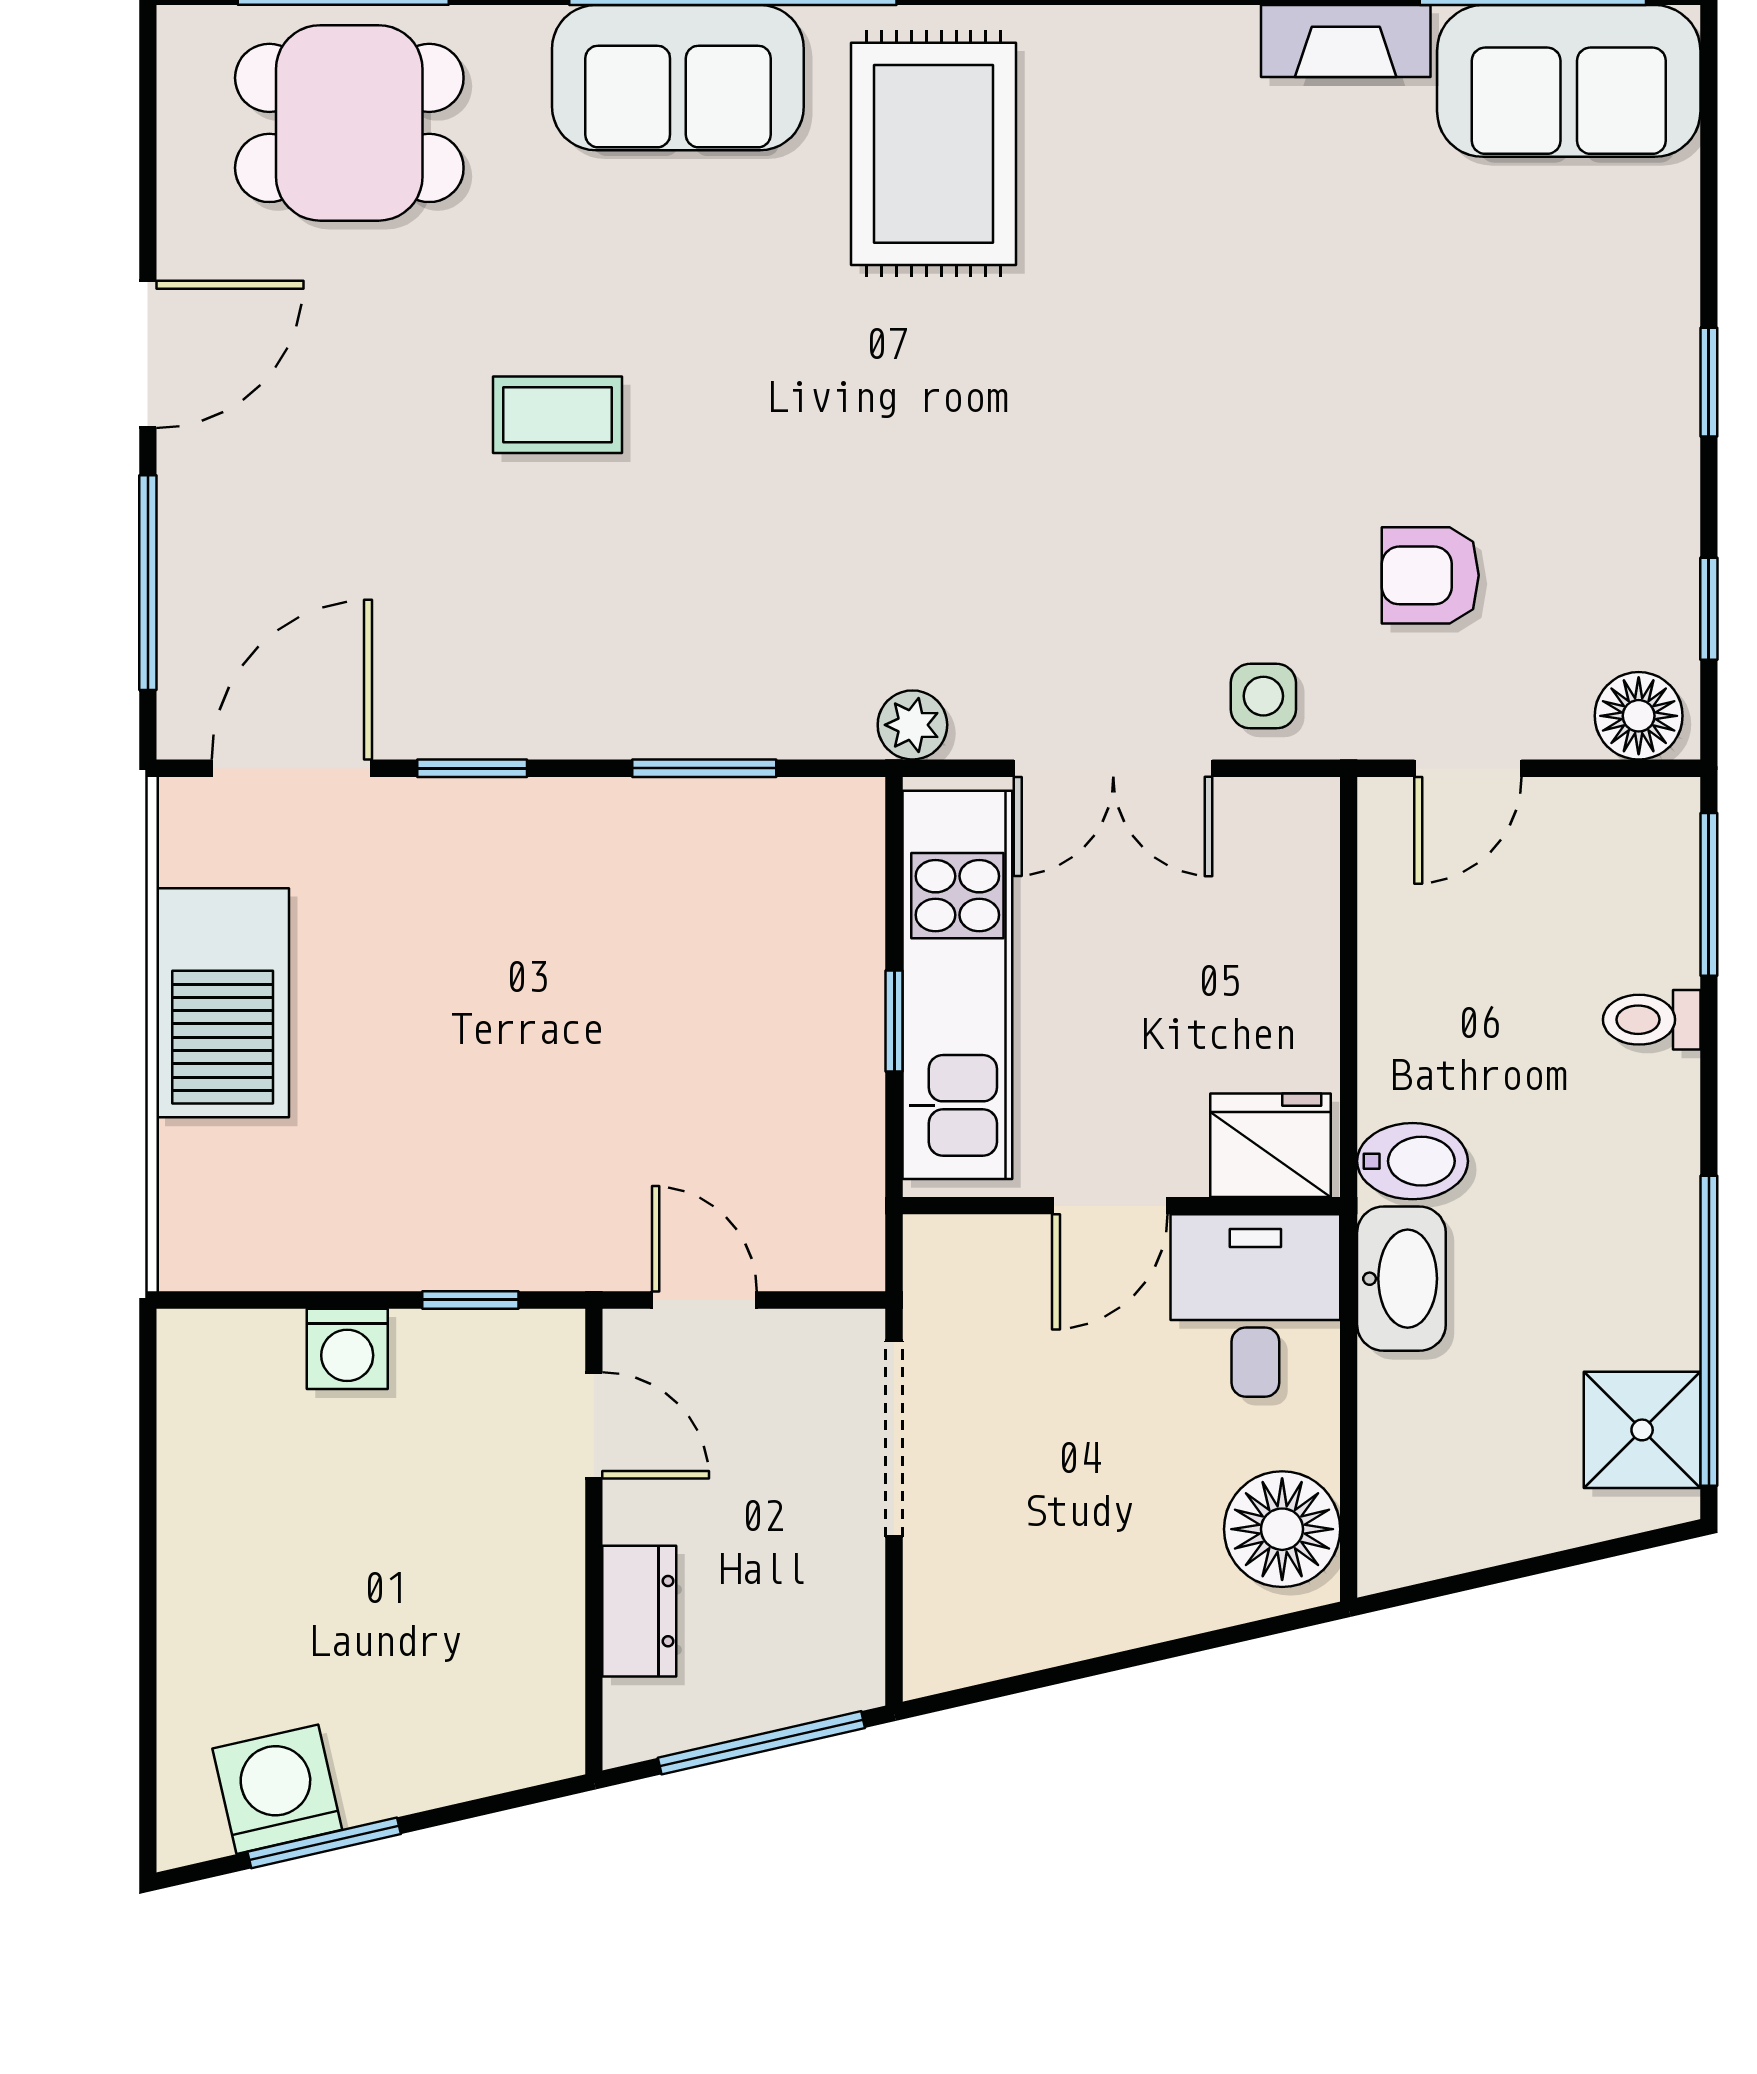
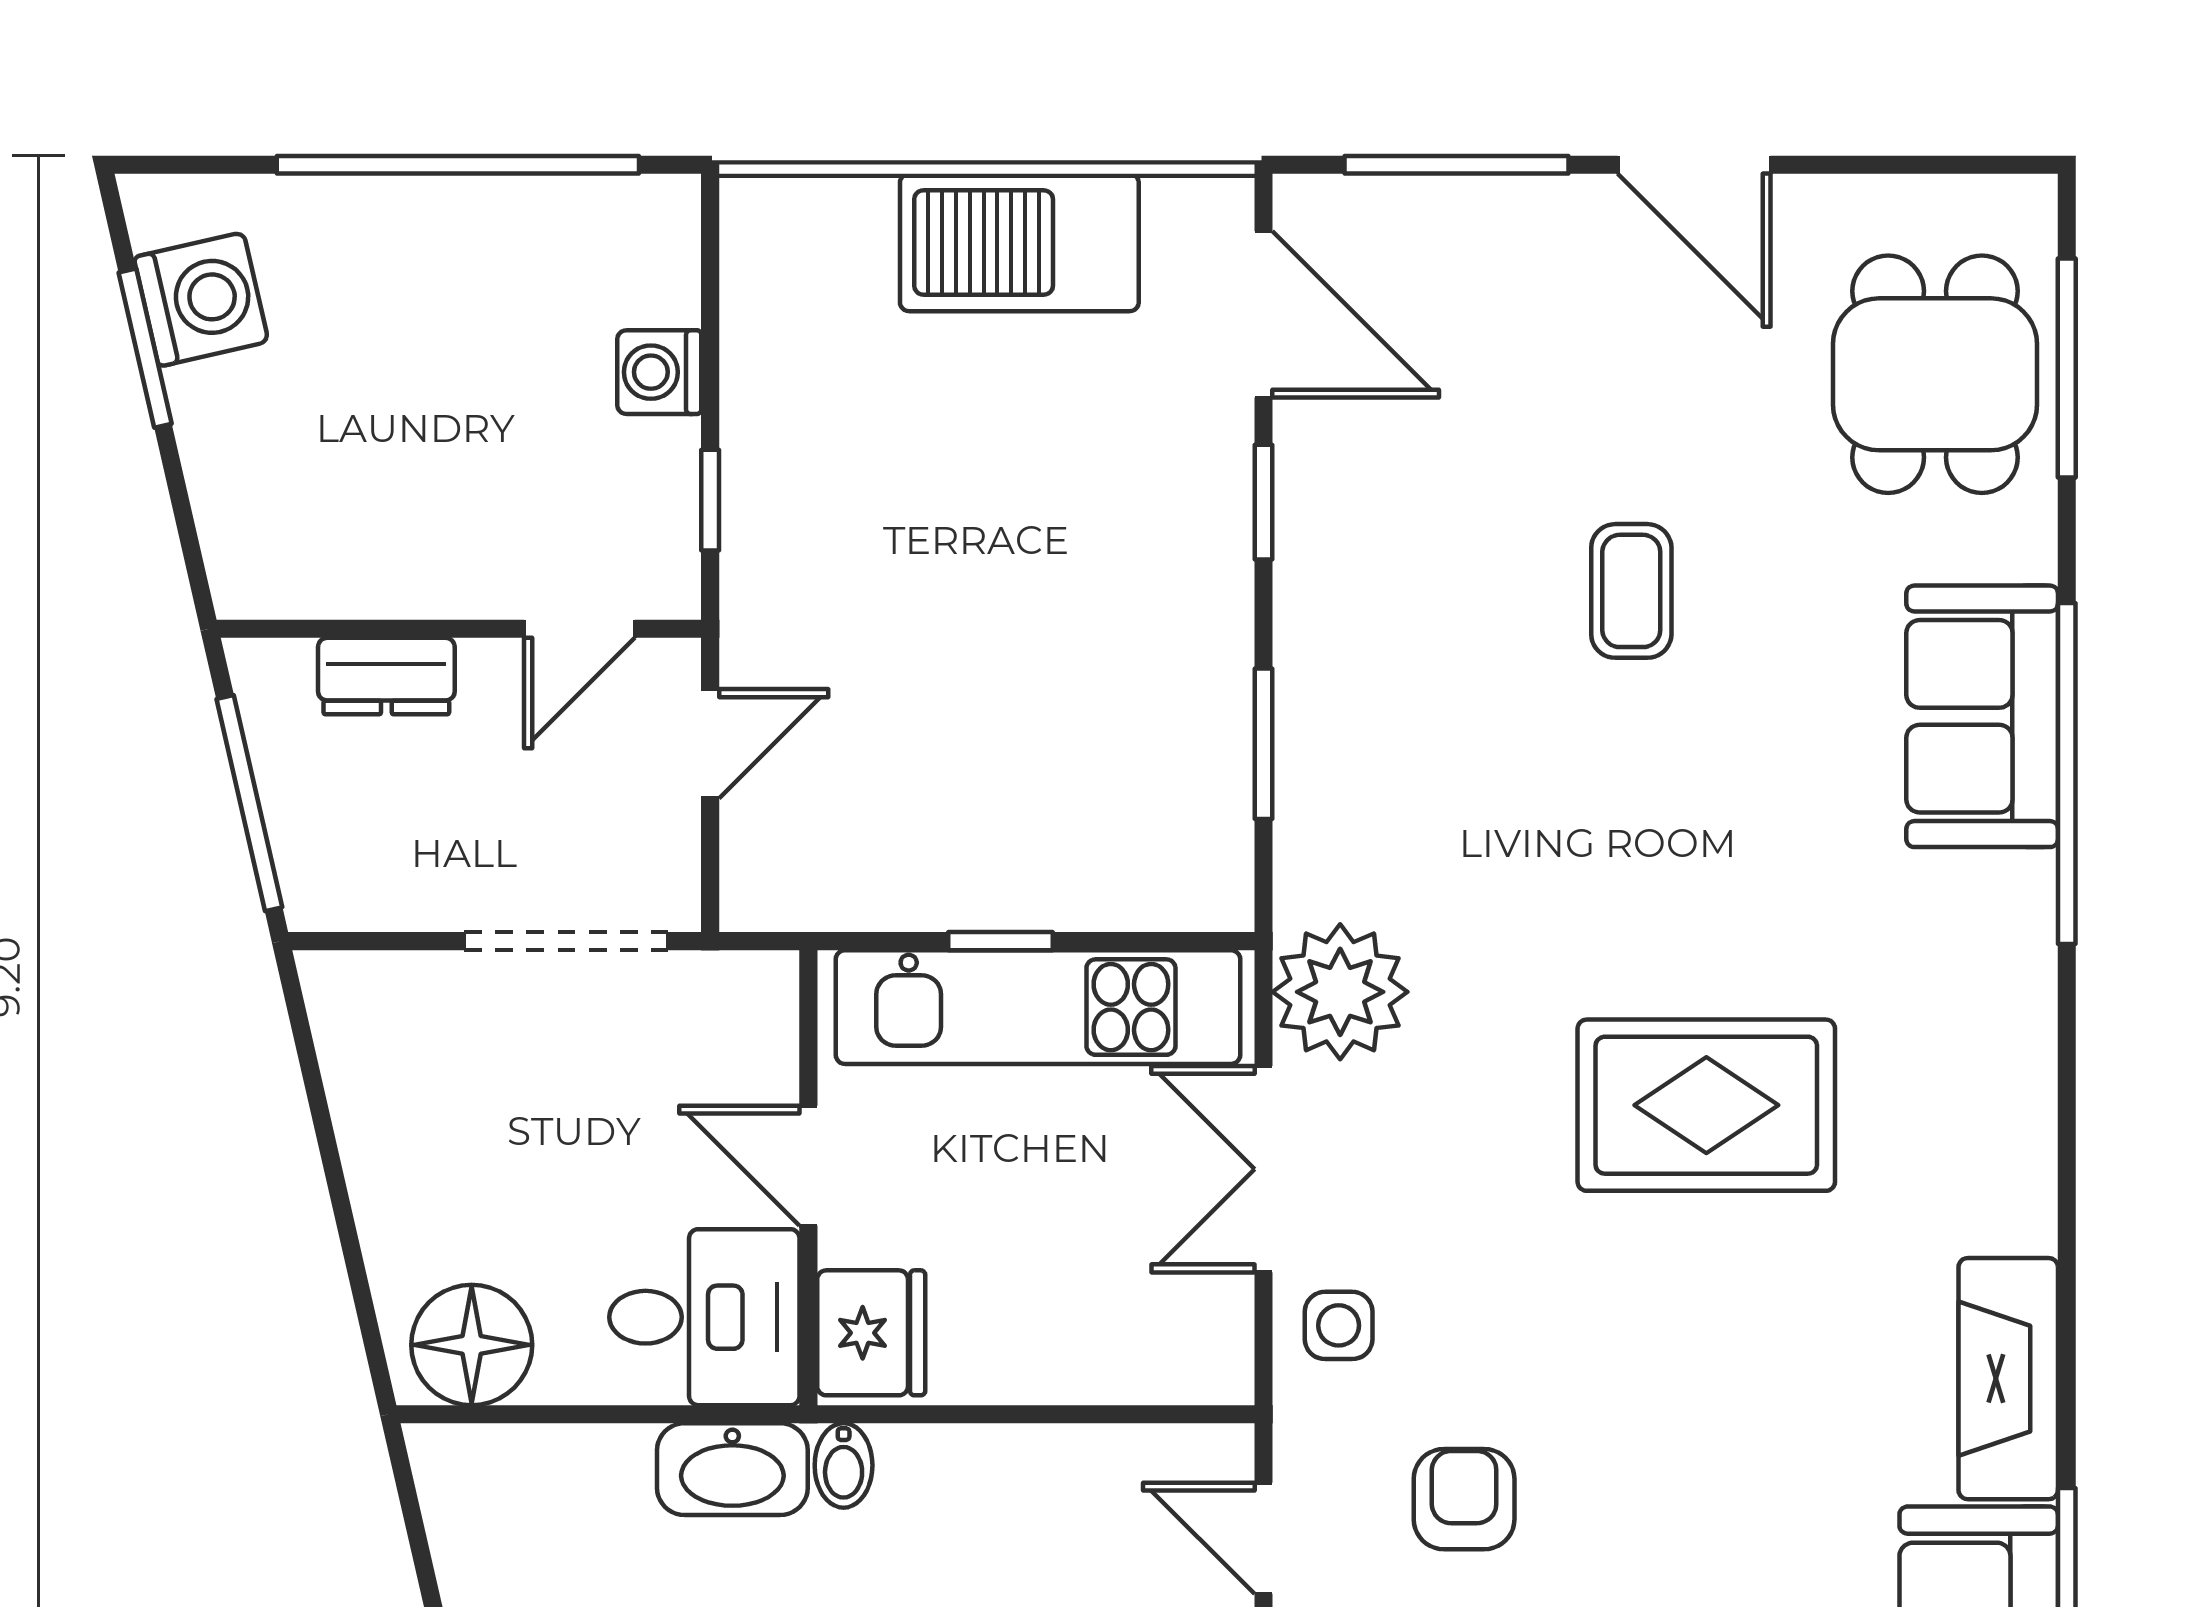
fireplace: (1346, 41) -> (2008, 1379), width x1.37, depth x1.32
rug: (934, 154) -> (1706, 1105), moved
plant: (912, 725) -> (1340, 992), width x1.88, depth x1.88
bidet: (1413, 1161) -> (844, 1465), width x0.72, depth x0.74
window: (148, 1542) -> (458, 165), added

